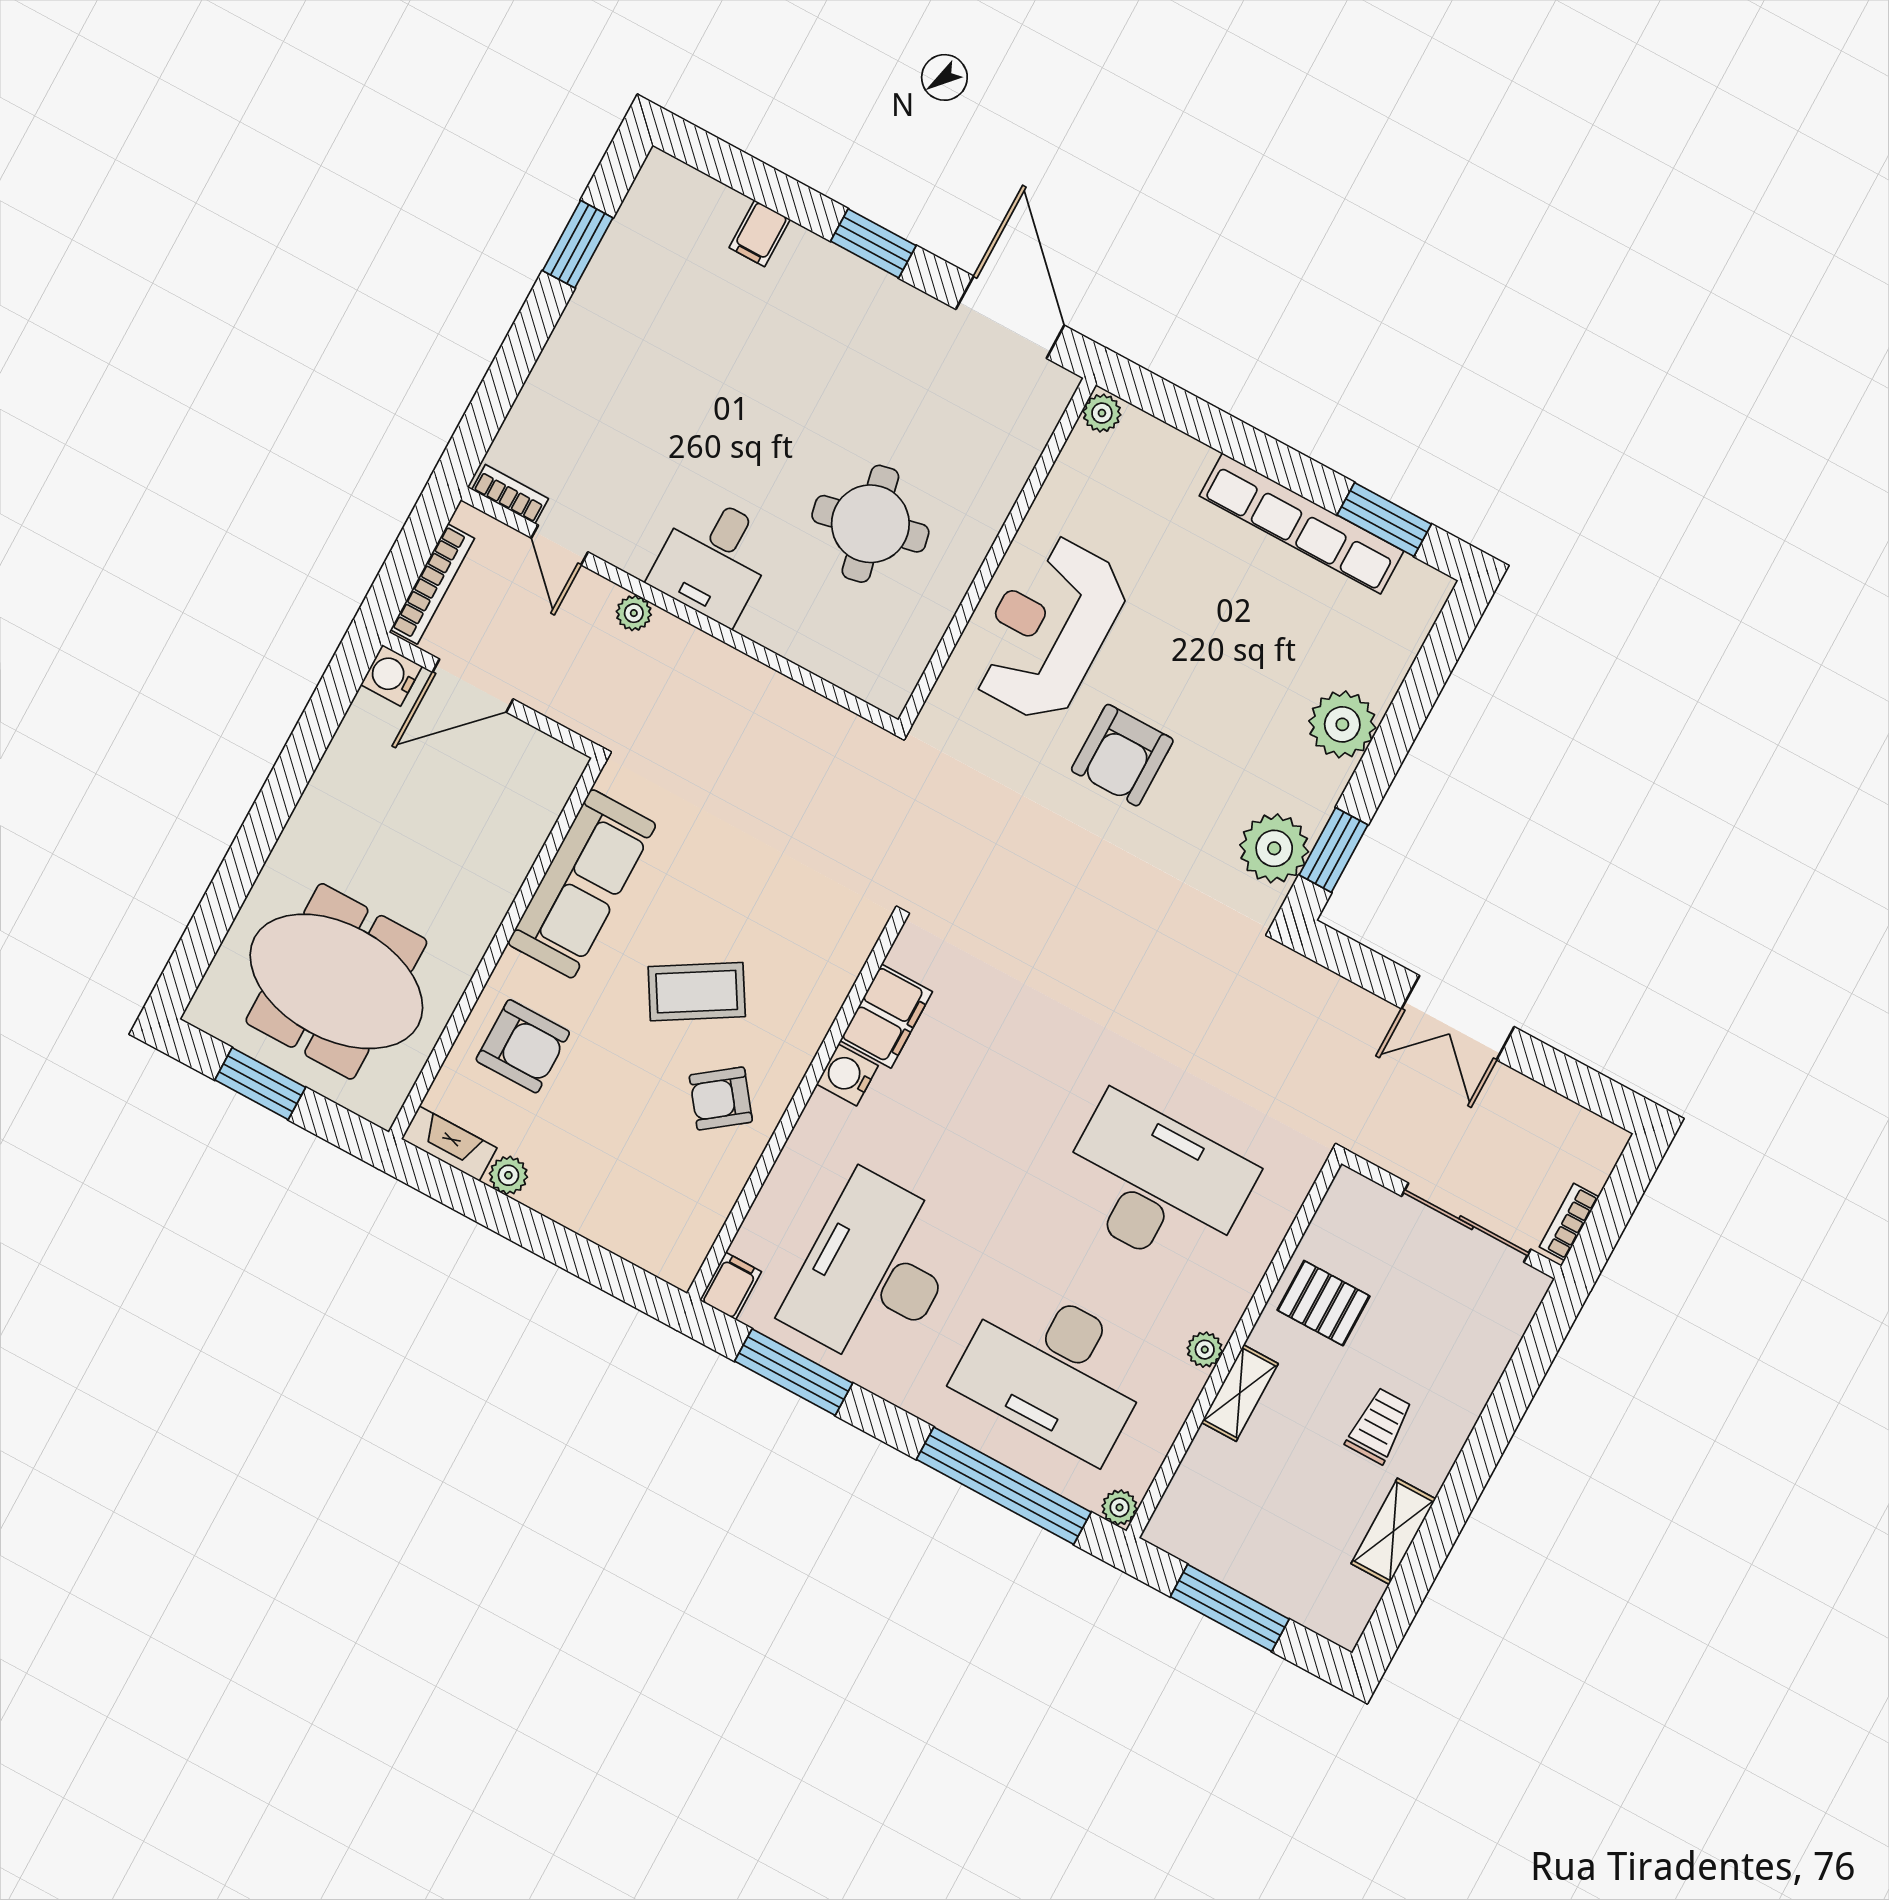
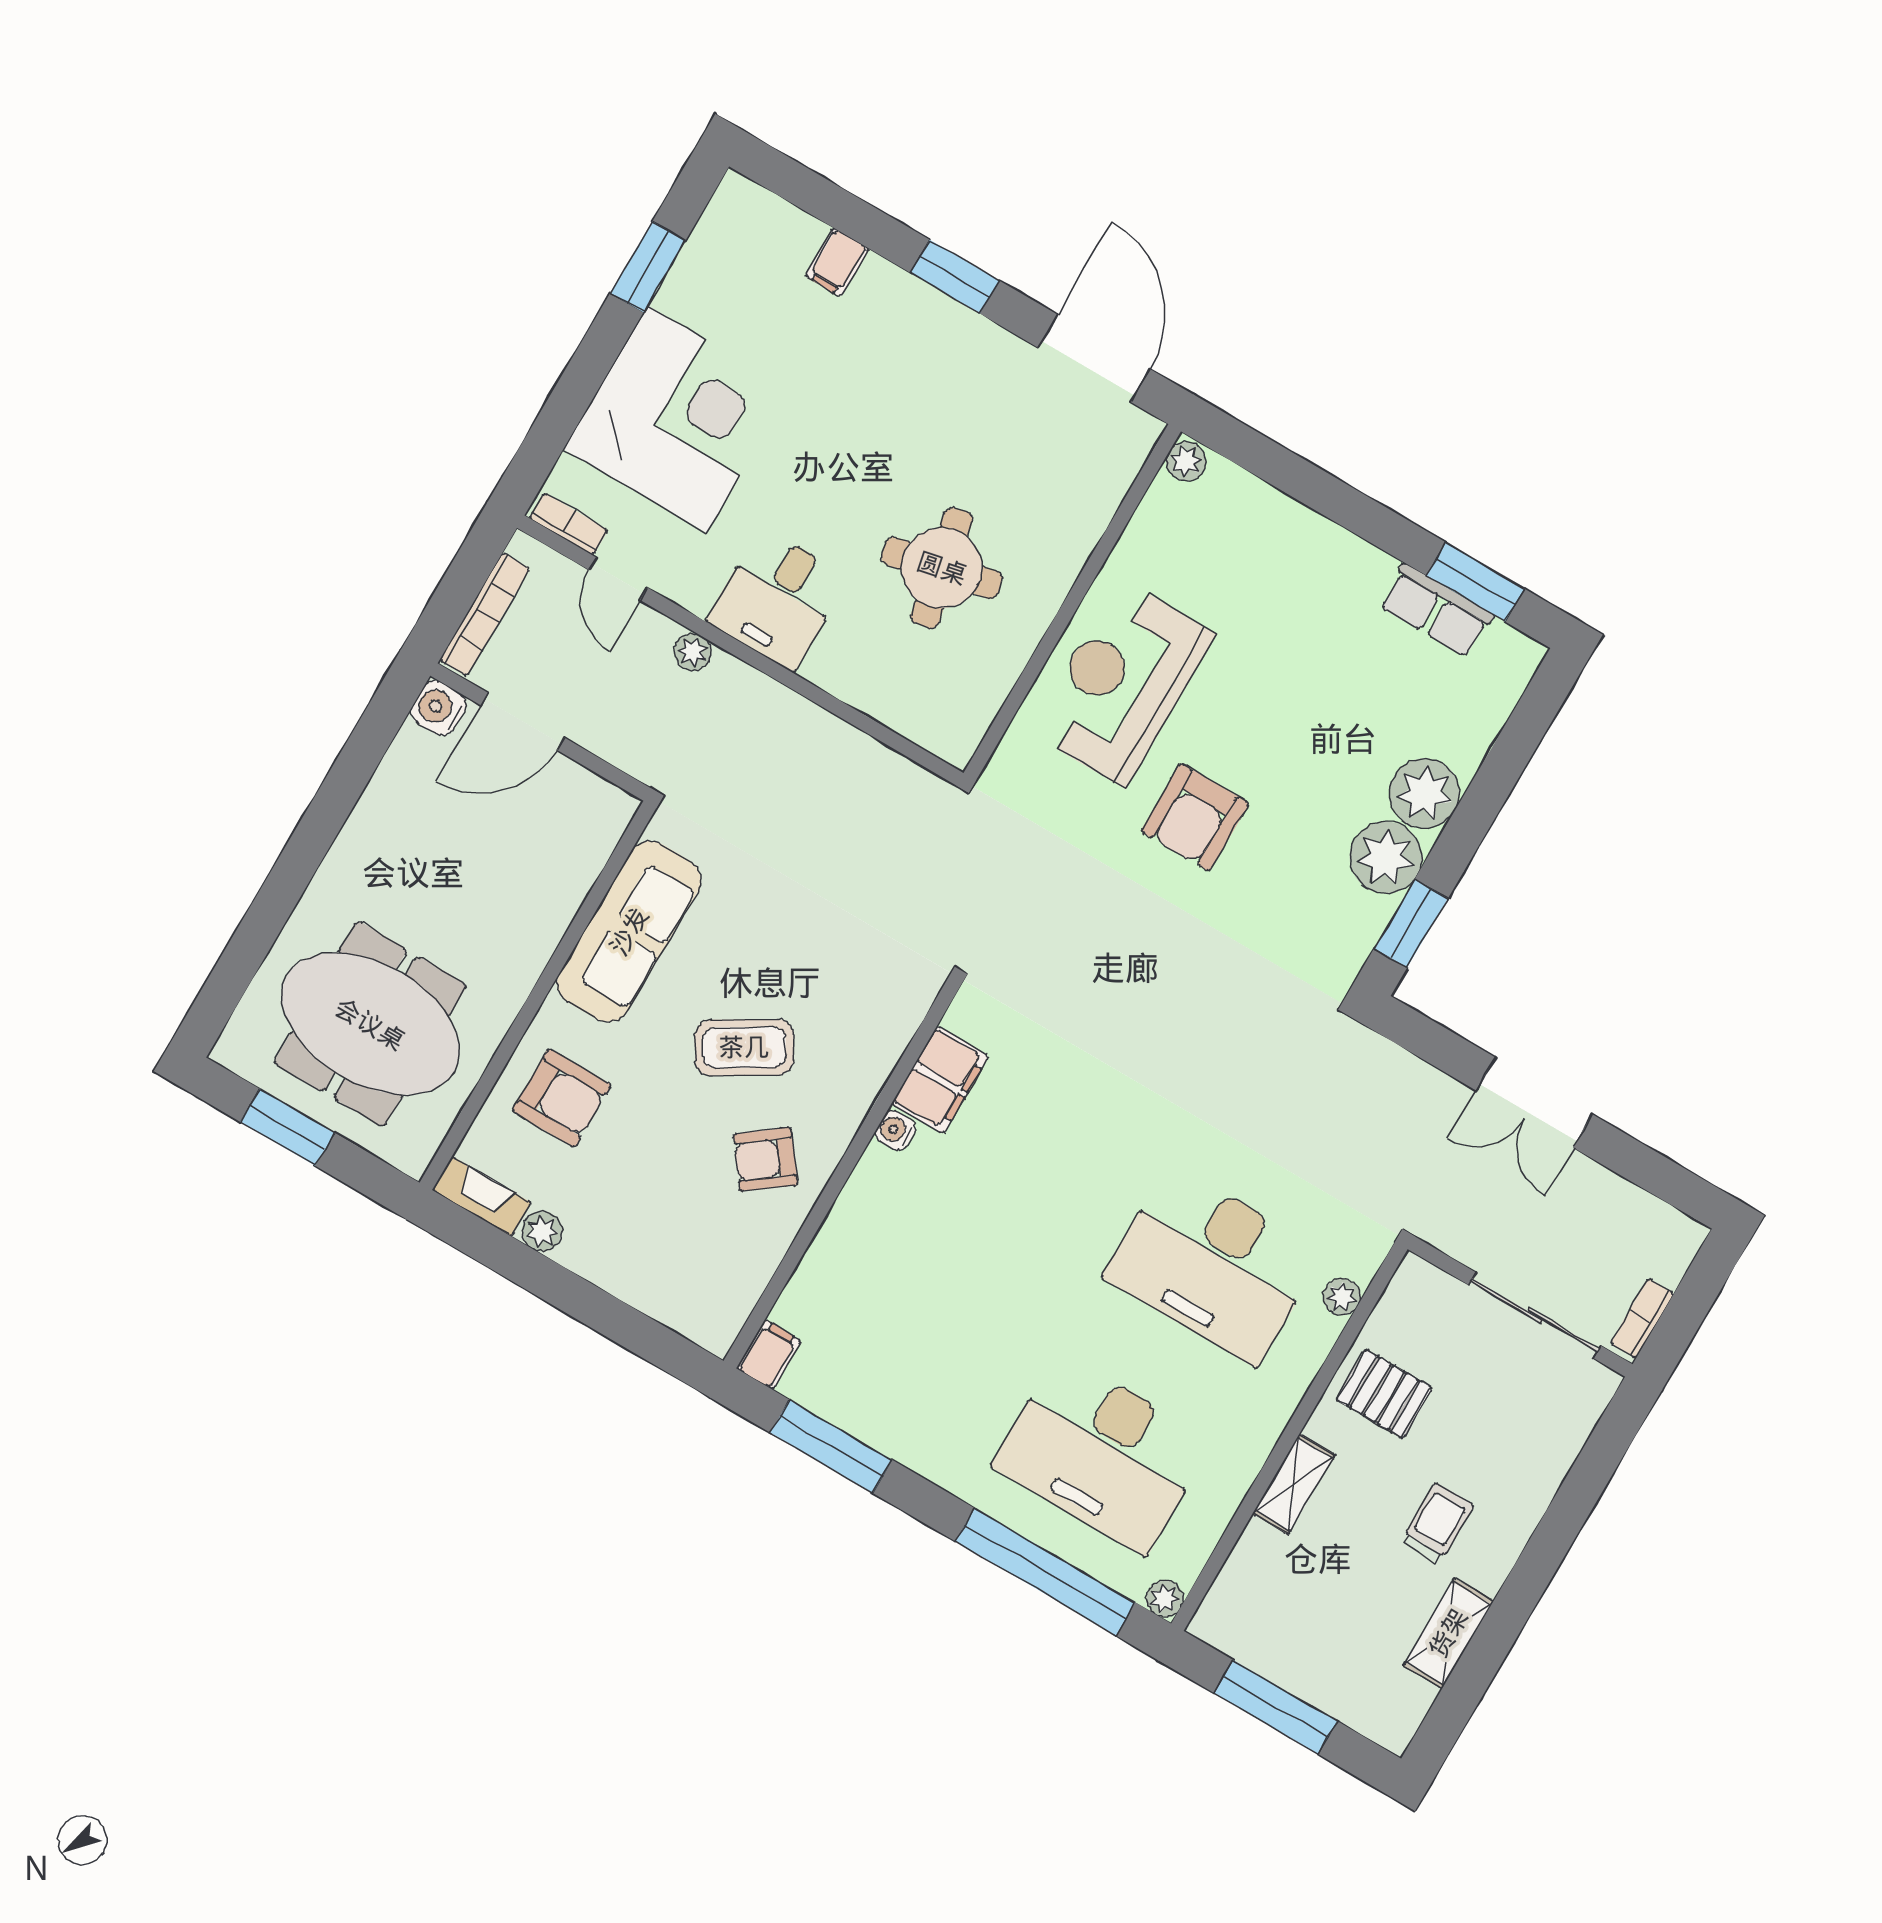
corner desk: (611, 390) -> (677, 419), added
row of seats: (1302, 523) -> (1436, 611), width x0.50
plant: (1274, 848) -> (1386, 858), moved
water cooler: (847, 1075) -> (895, 1131), width x0.72, depth x0.72
desk: (1155, 1185) -> (1213, 1265), turned 180
desk: (874, 1272) -> (918, 1345), removed
plant: (1205, 1350) -> (1342, 1297), moved

